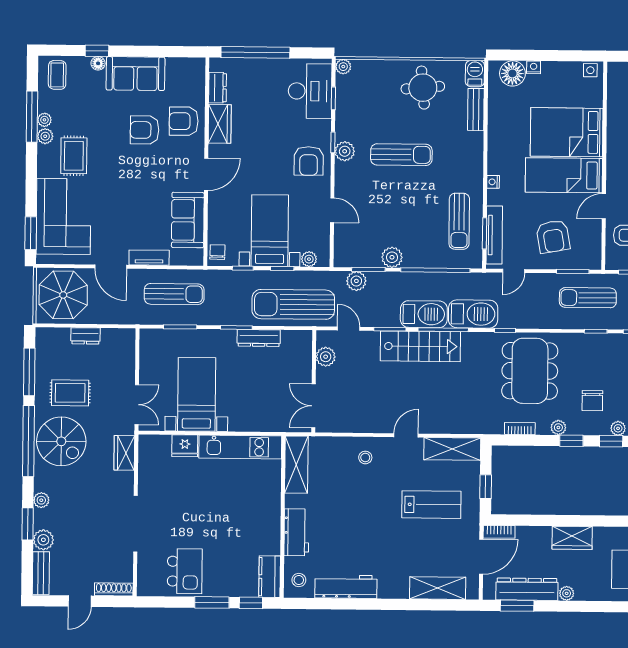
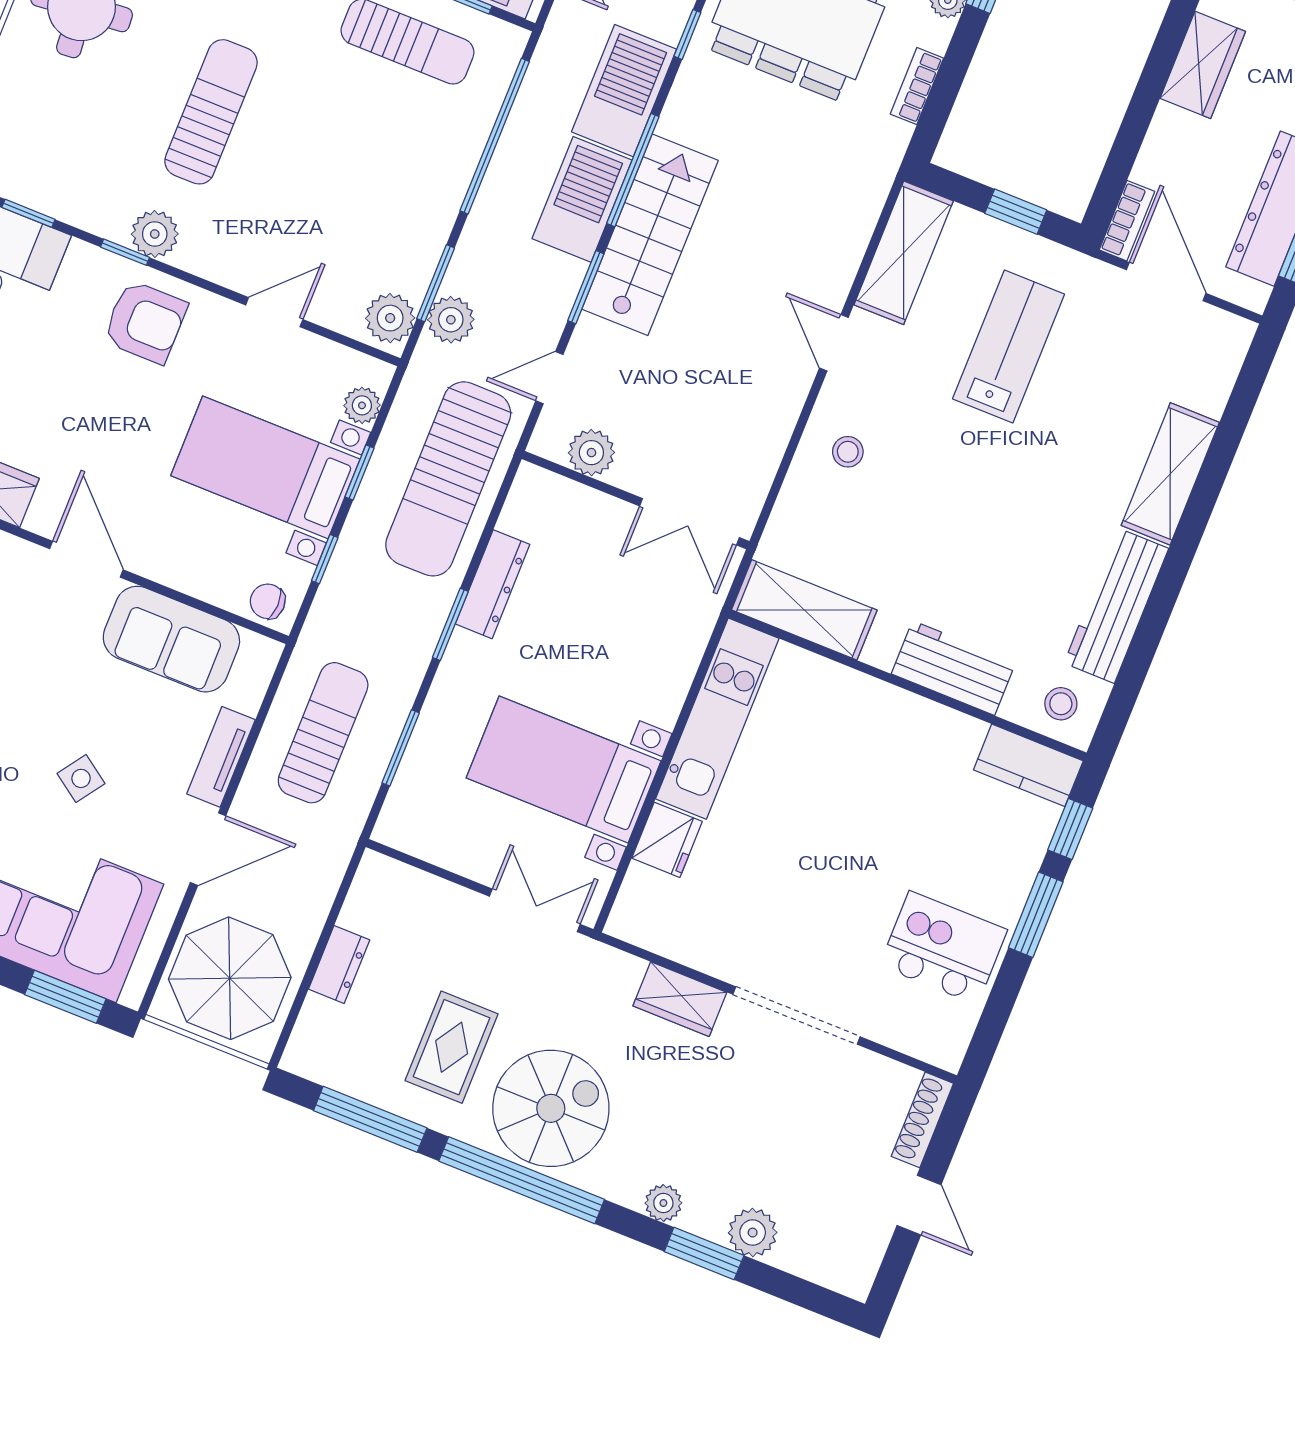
side table: (119, 206) -> (81, 778), added
plant: (392, 257) -> (390, 318), moved
wardrobe: (124, 453) -> (680, 999), moved
bench: (41, 573) -> (824, 1267), removed
shelving: (438, 588) -> (1170, 474), moved

